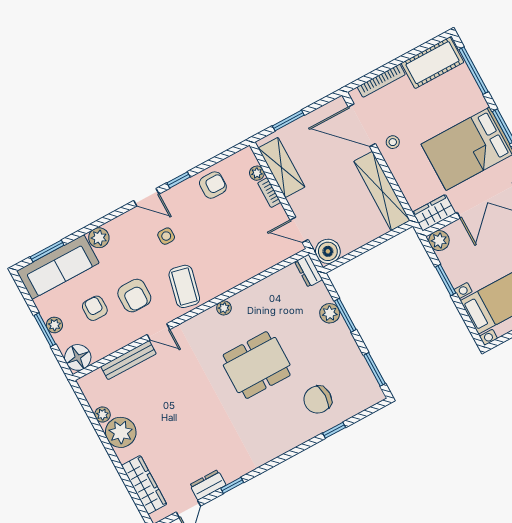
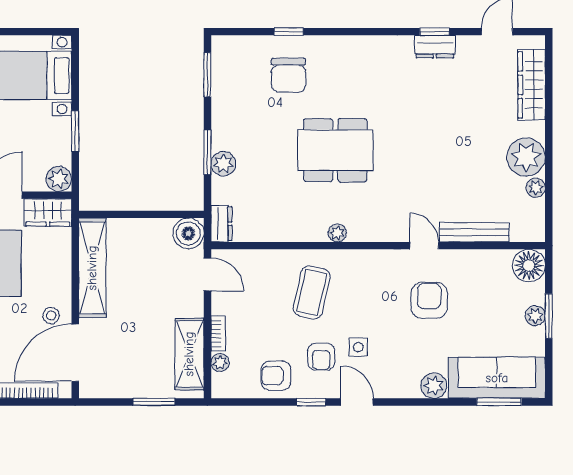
door: (362, 125) -> (75, 353), swing flipped
coffee table: (184, 286) -> (312, 292), moved
armchair: (95, 308) -> (321, 357), moved
chair: (318, 400) -> (288, 75), turned 90
dresser: (208, 485) -> (435, 47), moved

